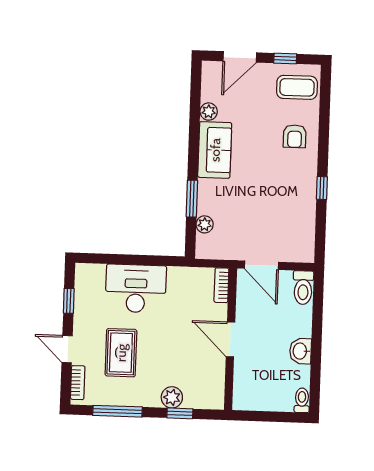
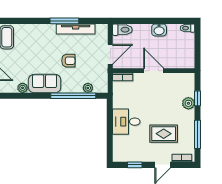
armchair: (295, 136) -> (68, 61), moved
window: (322, 188) -> (64, 21), width x2.17
window: (192, 199) -> (73, 96), width x2.11
tv unit: (307, 207) -> (76, 29), added
desk: (136, 289) -> (126, 122), width x0.73
door: (230, 339) -> (154, 71), swing flipped

